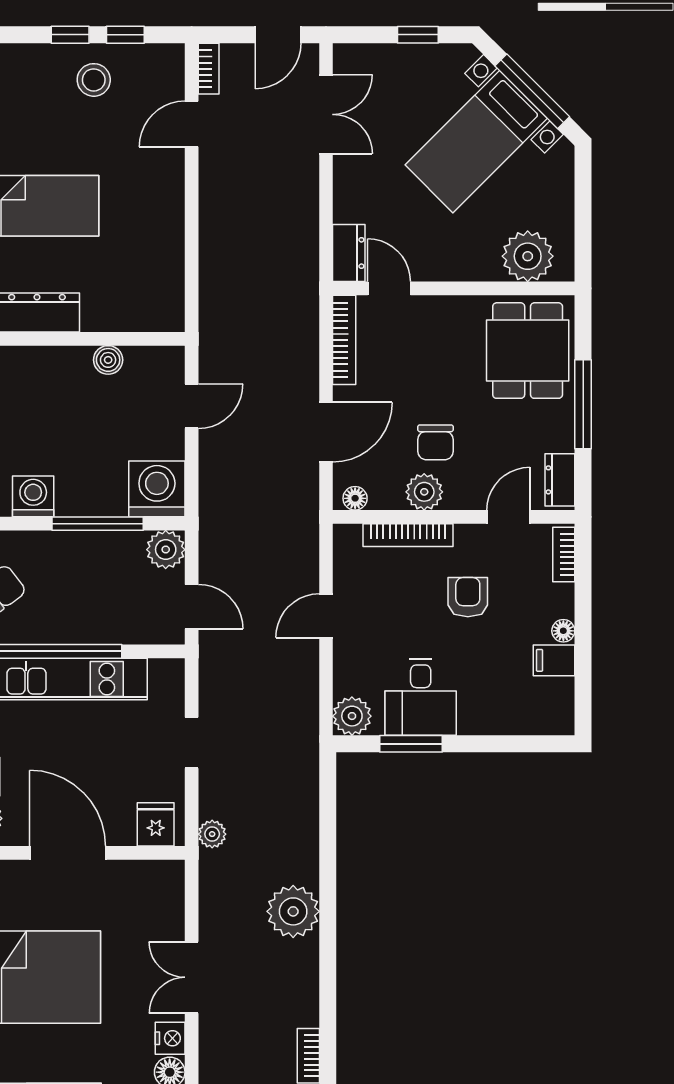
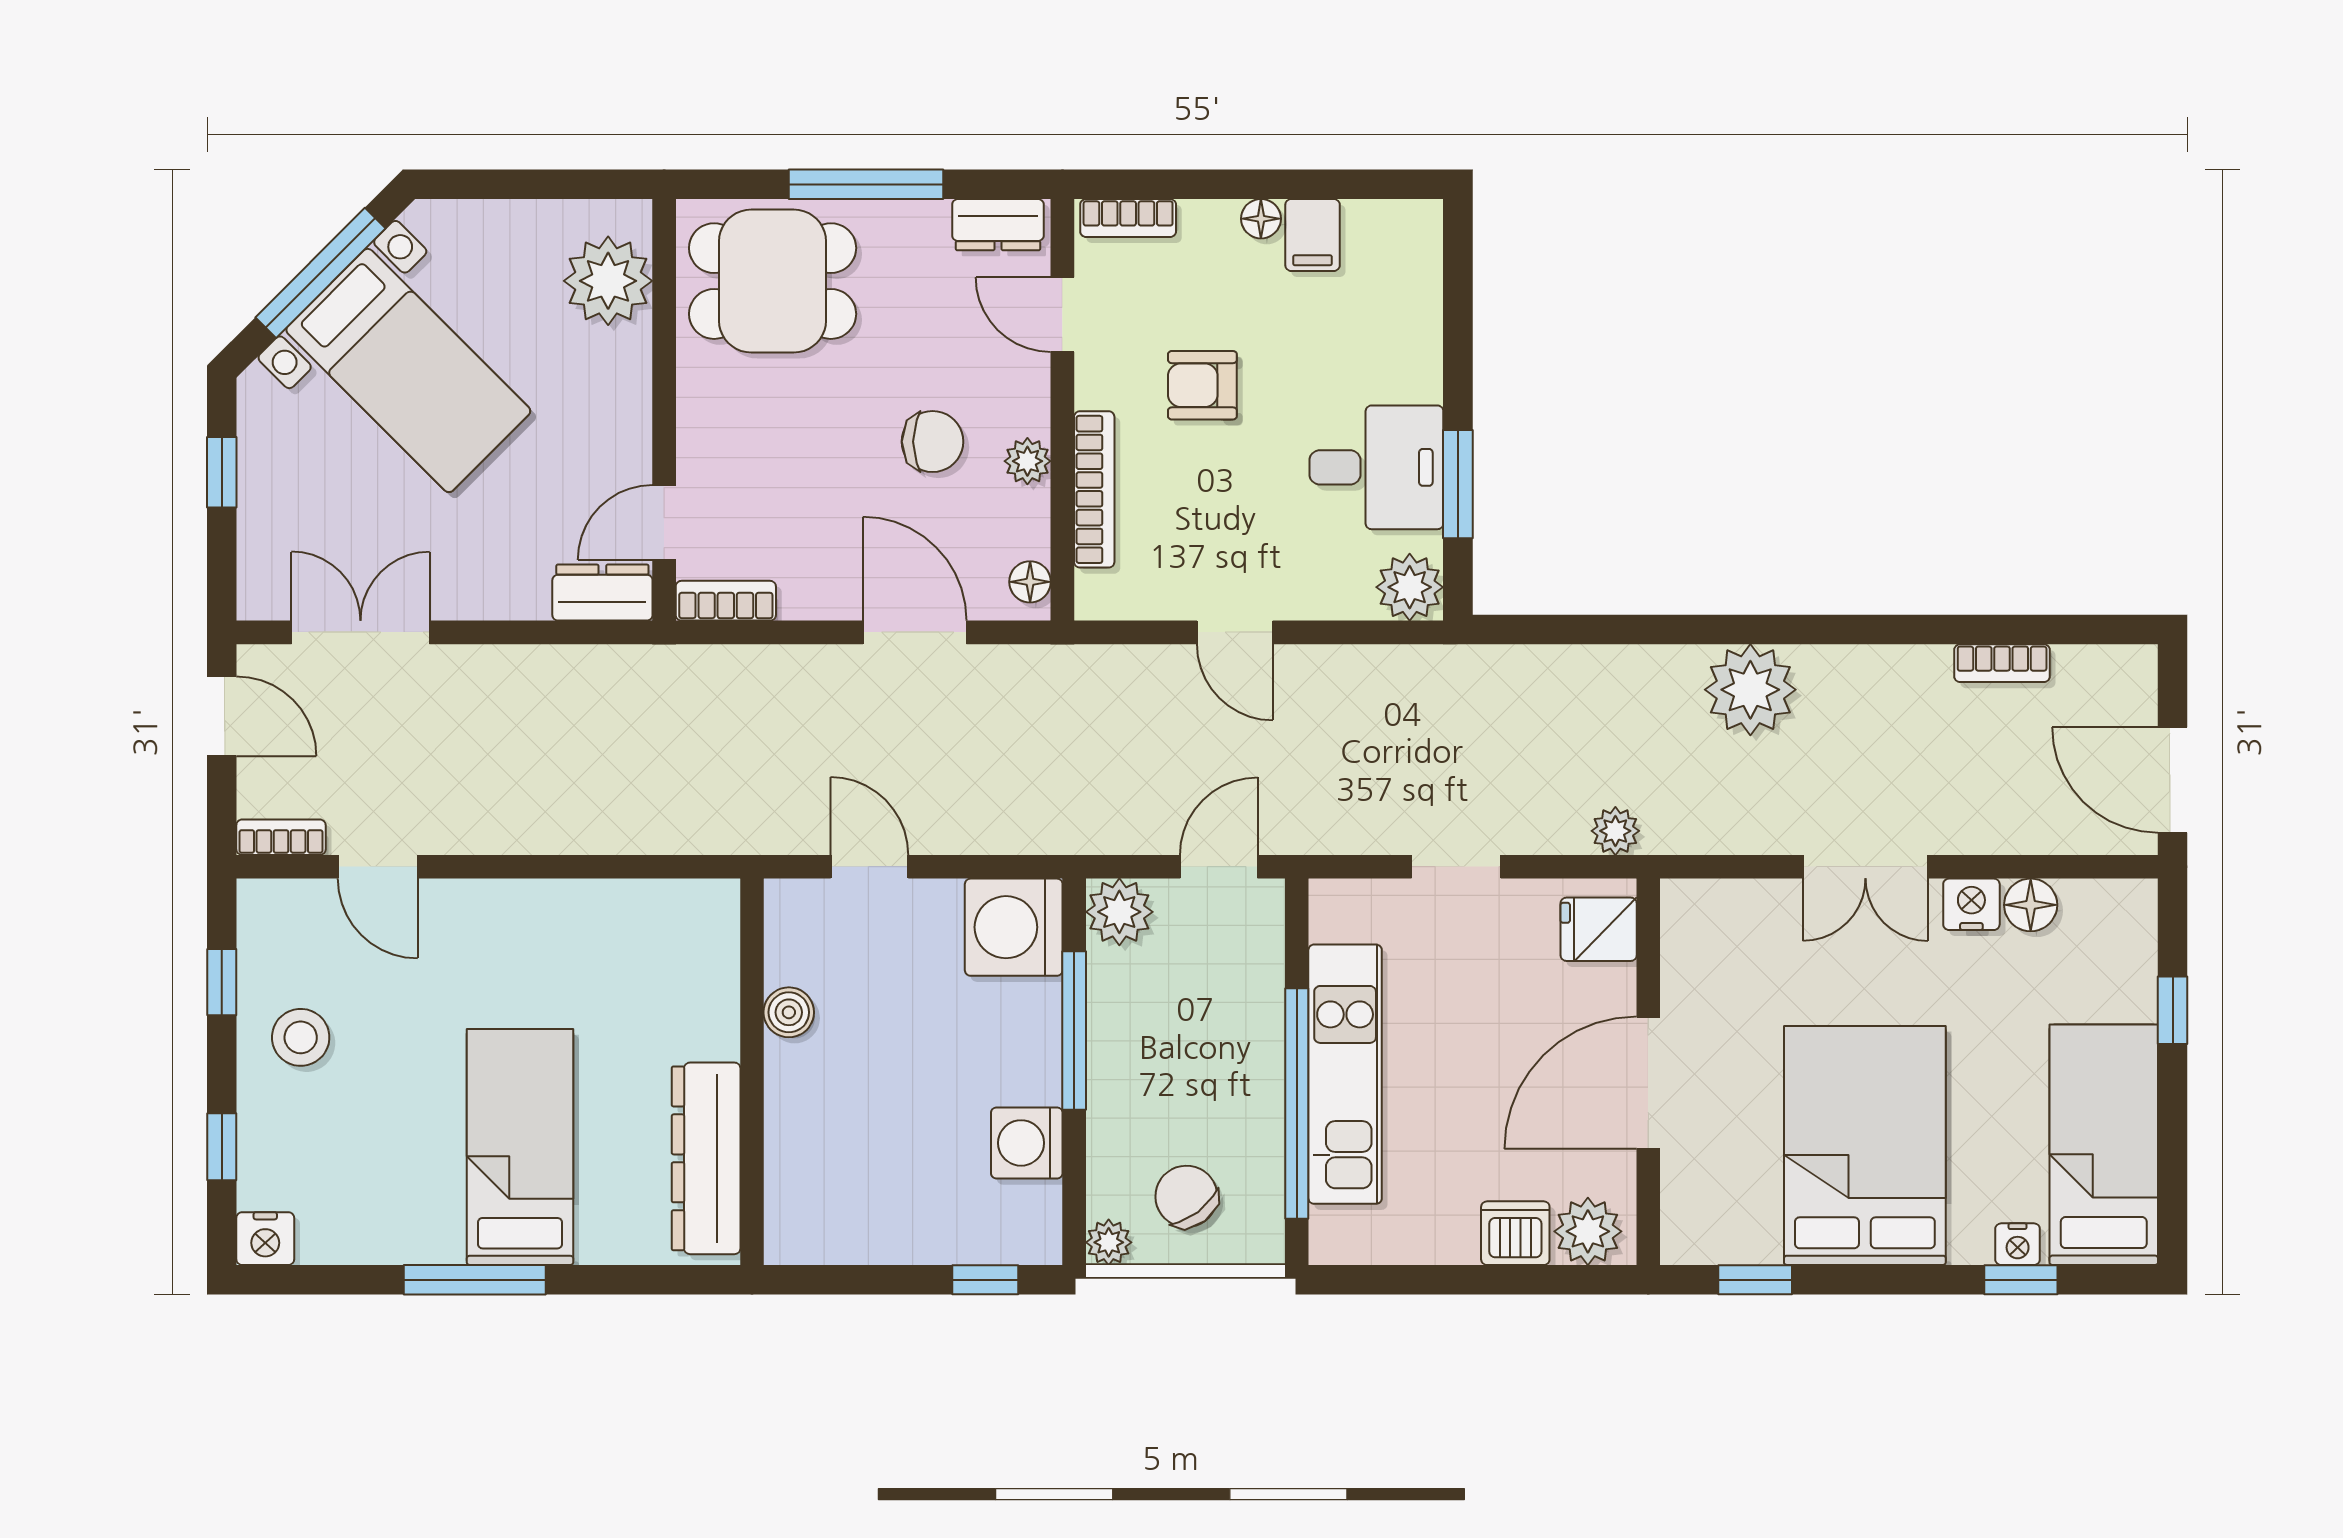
window: (70, 35) -> (222, 1147), moved
bookcase: (344, 340) -> (726, 601), width x0.64
plant: (424, 492) -> (1027, 461), width x0.73, depth x0.73

